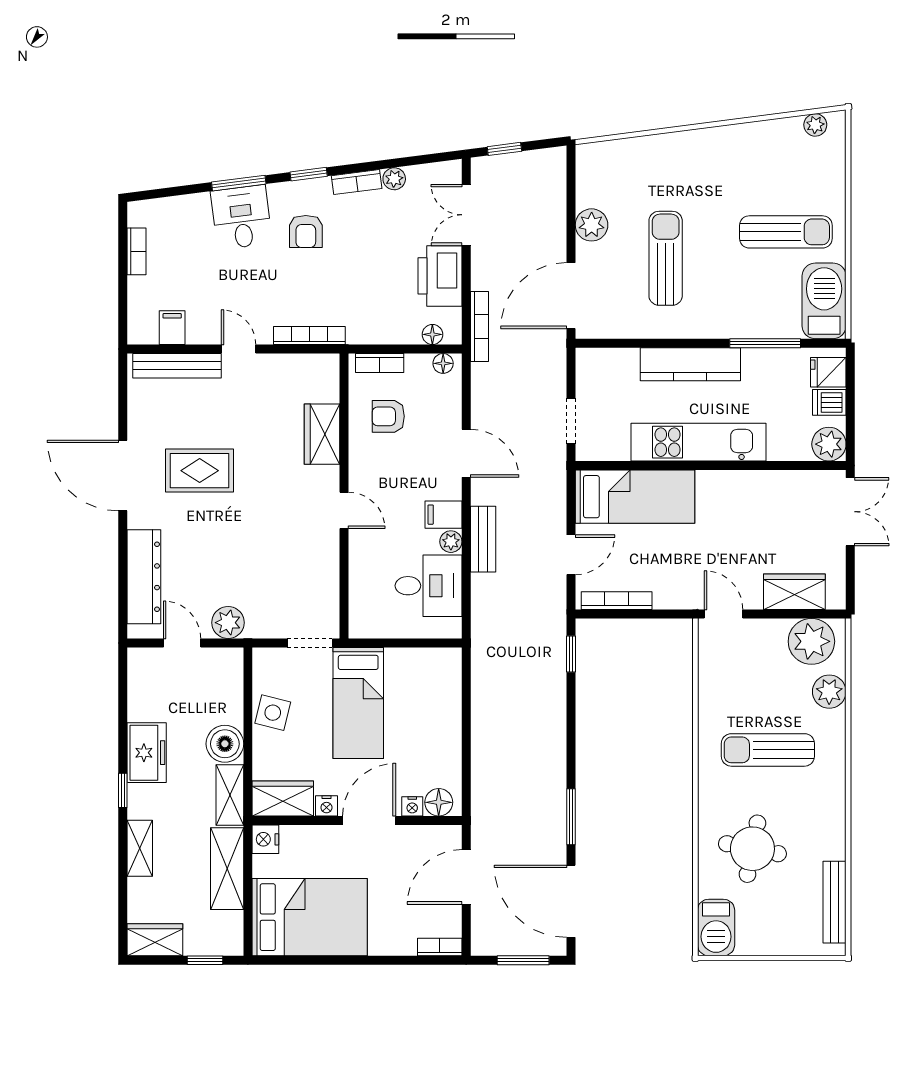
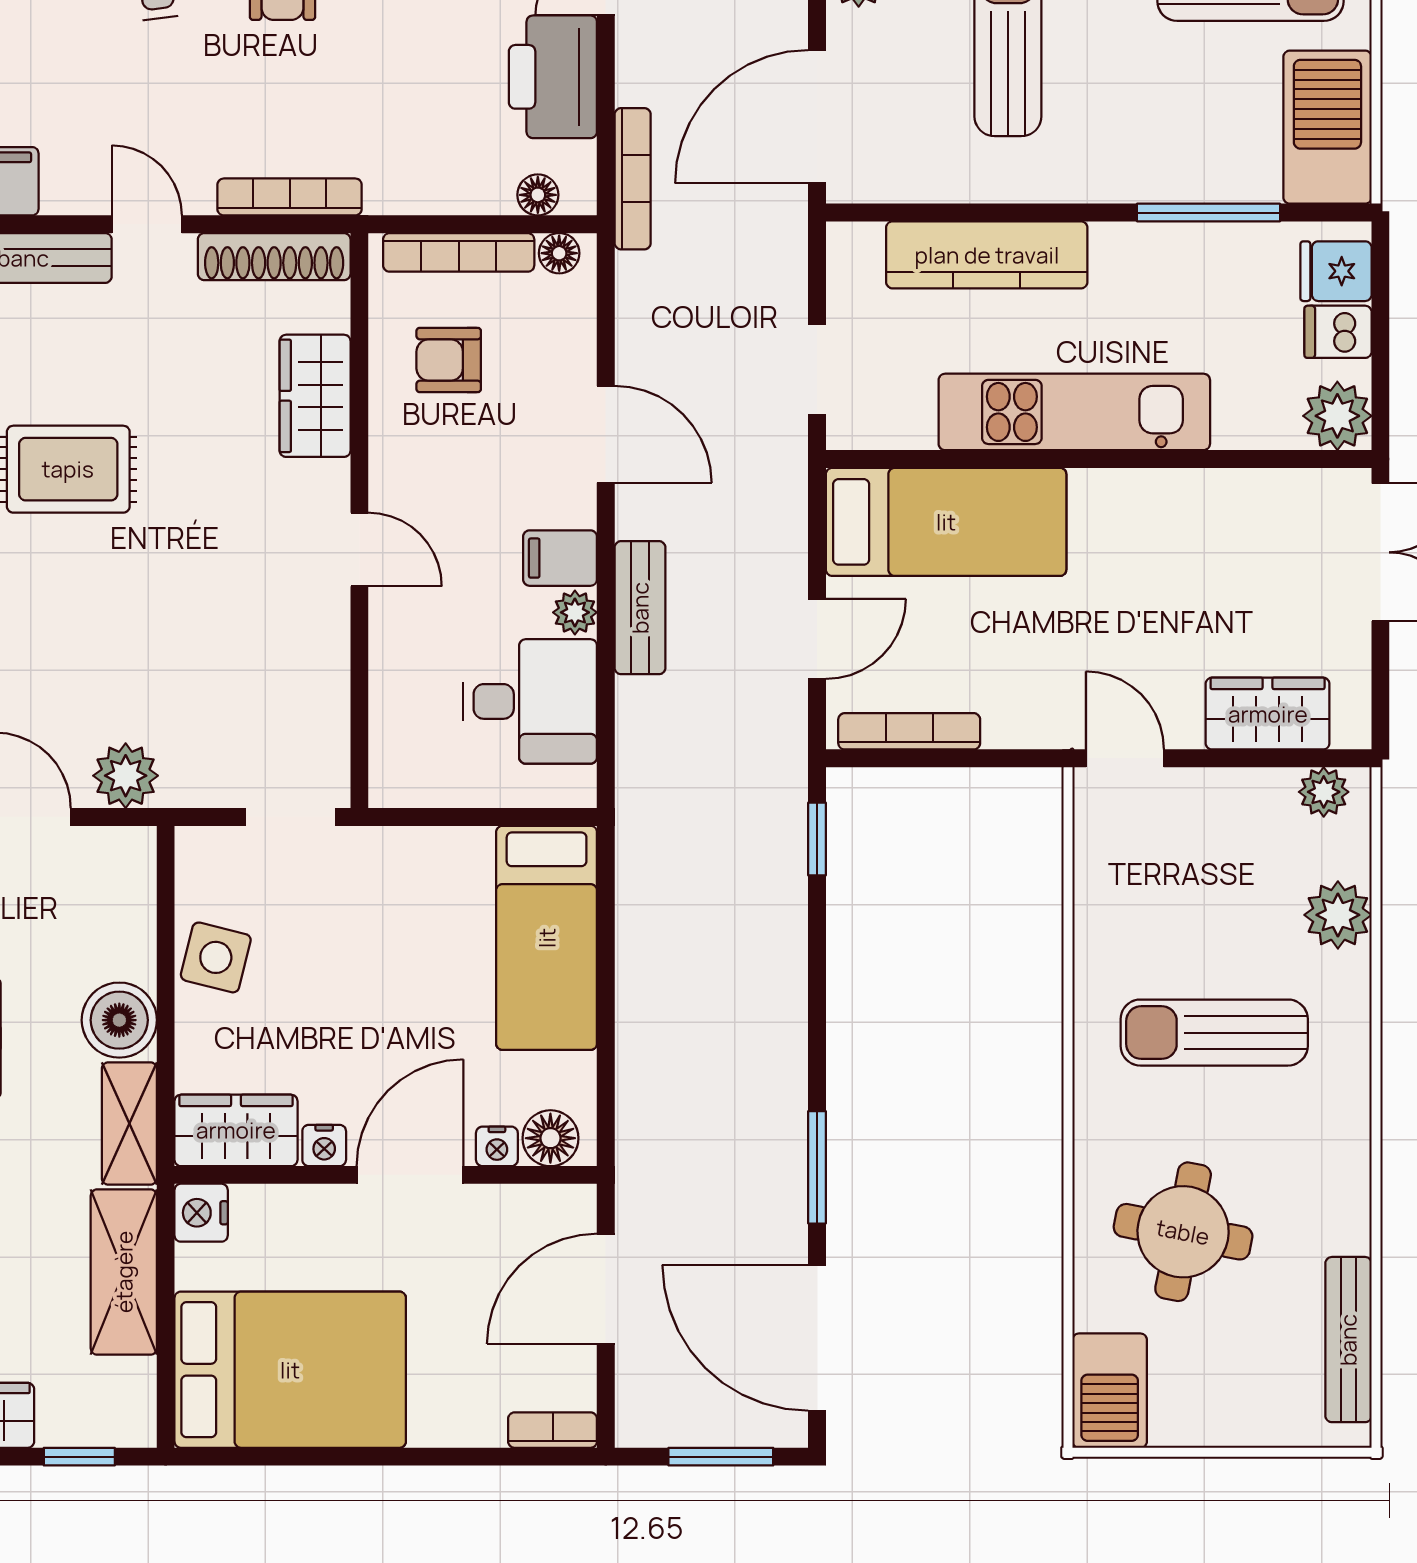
bookcase: (380, 363) -> (459, 252), width x1.56
kitchen counter: (690, 364) -> (987, 255), moved
shoe rack: (302, 365) -> (274, 257), added
plant: (811, 641) -> (1324, 792), width x0.53, depth x0.53
bed: (358, 703) -> (547, 938), moved

